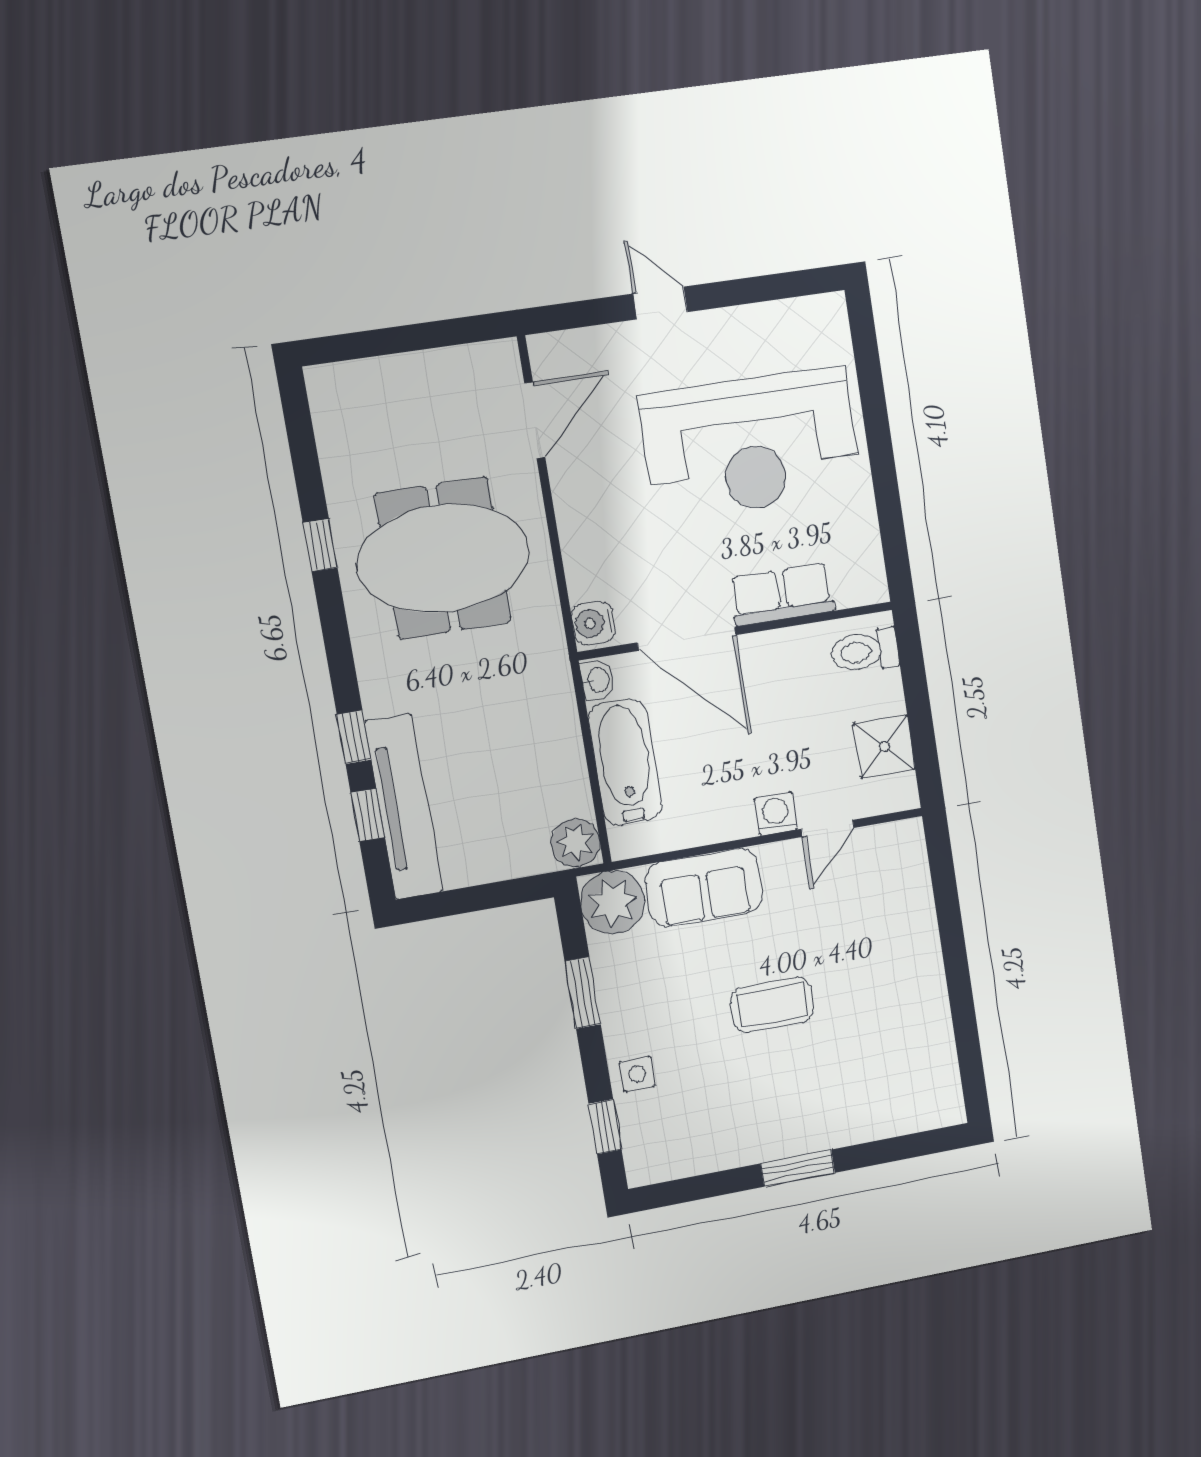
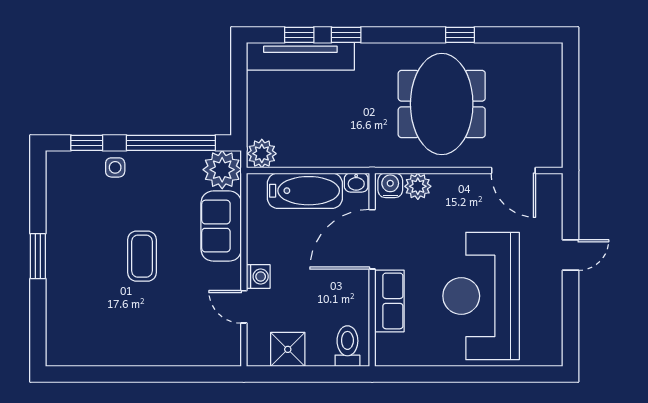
plant: (587, 577) -> (418, 186), added
window: (583, 993) -> (171, 143), width x2.11

